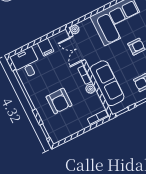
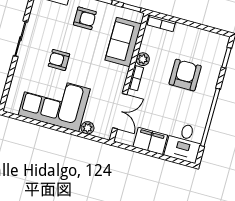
plant: (75, 29) -> (88, 128), moved
filing cabinet: (46, 47) -> (150, 141), width x2.00
sofa: (107, 83) -> (123, 42), width x0.73

